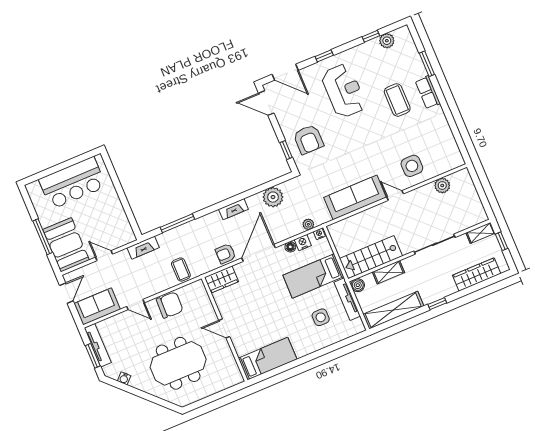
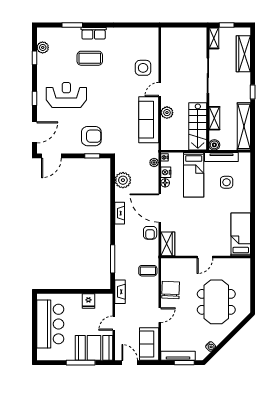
plant: (442, 185) -> (167, 113), moved
fridge: (117, 216) -> (88, 301), added

